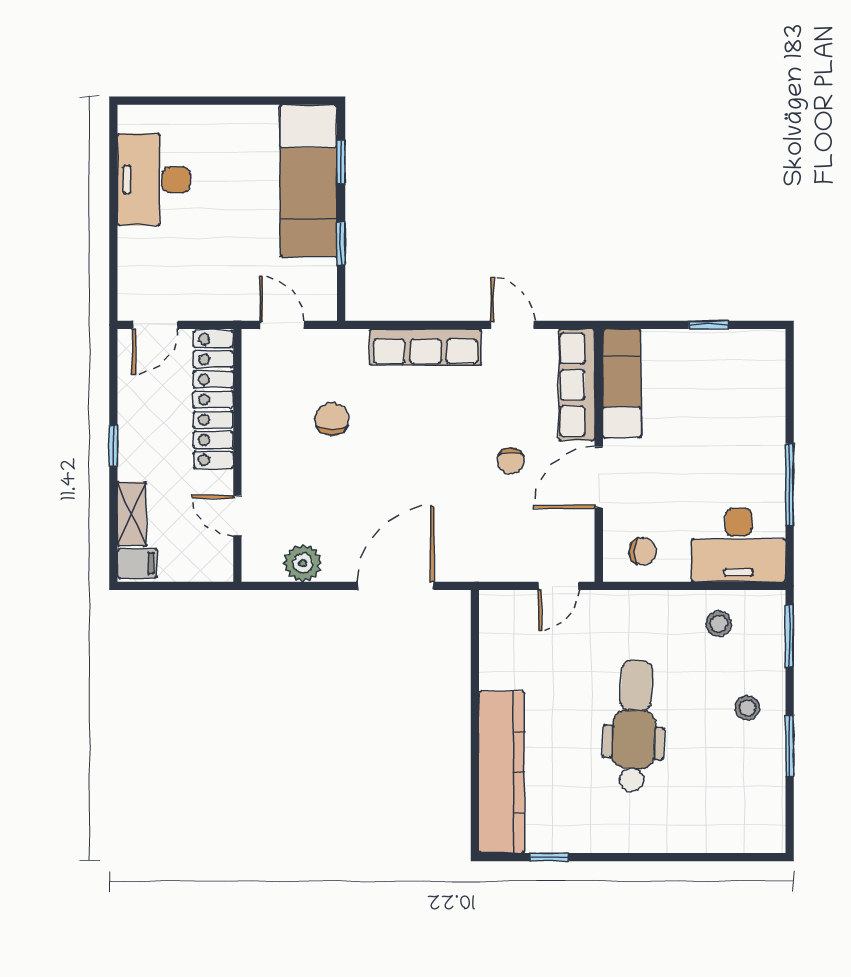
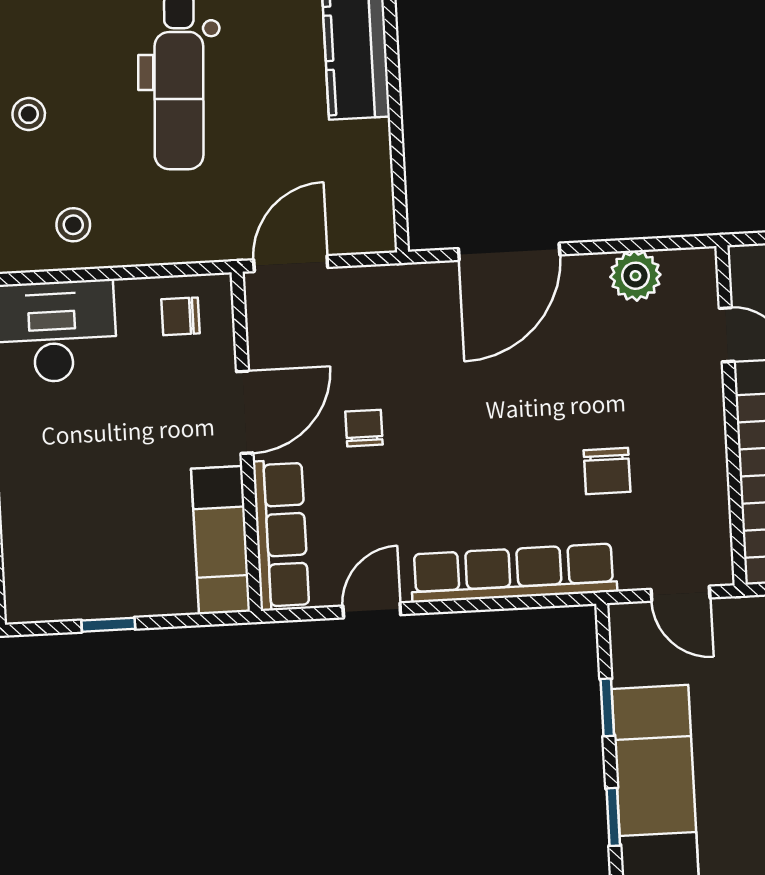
door: (512, 325) -> (372, 610), swing flipped
row of seats: (426, 347) -> (514, 573), width x1.36
door: (559, 586) -> (291, 264), width x1.38

